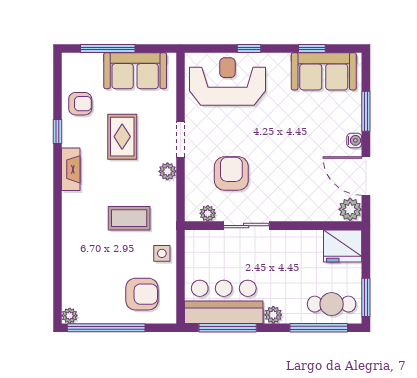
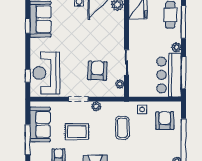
window: (249, 48) -> (28, 76), moved
armchair: (231, 173) -> (97, 71), turned 93

